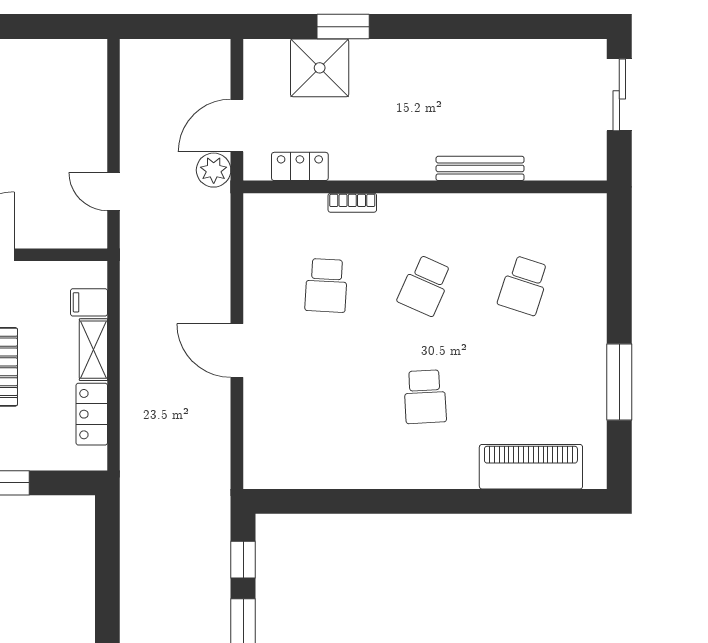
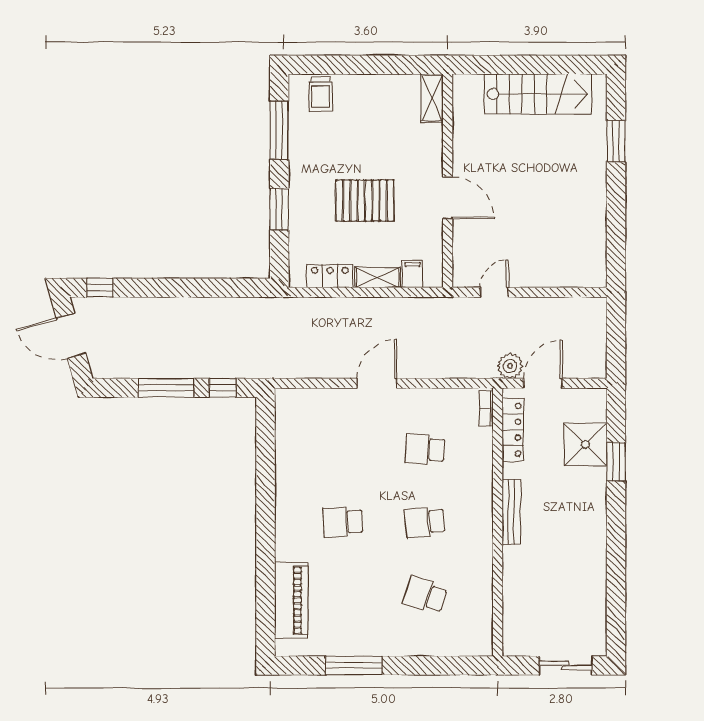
door: (237, 126) -> (543, 383), hinge flipped
locker: (300, 166) -> (513, 430), width x1.53
bench: (480, 168) -> (511, 512), moved
bookcase: (352, 203) -> (486, 408), moved
school desk: (425, 285) -> (425, 522), turned -30

